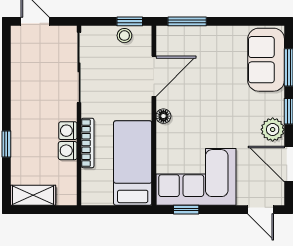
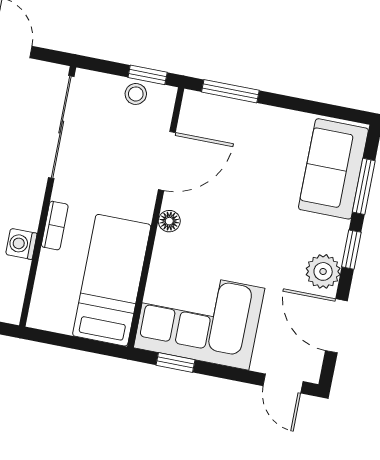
washing machine: (68, 131) -> (27, 215), removed
bookcase: (88, 143) -> (55, 226), width x0.64

